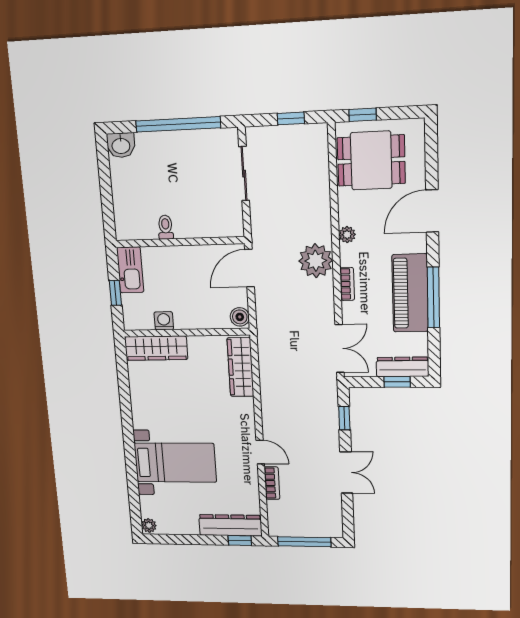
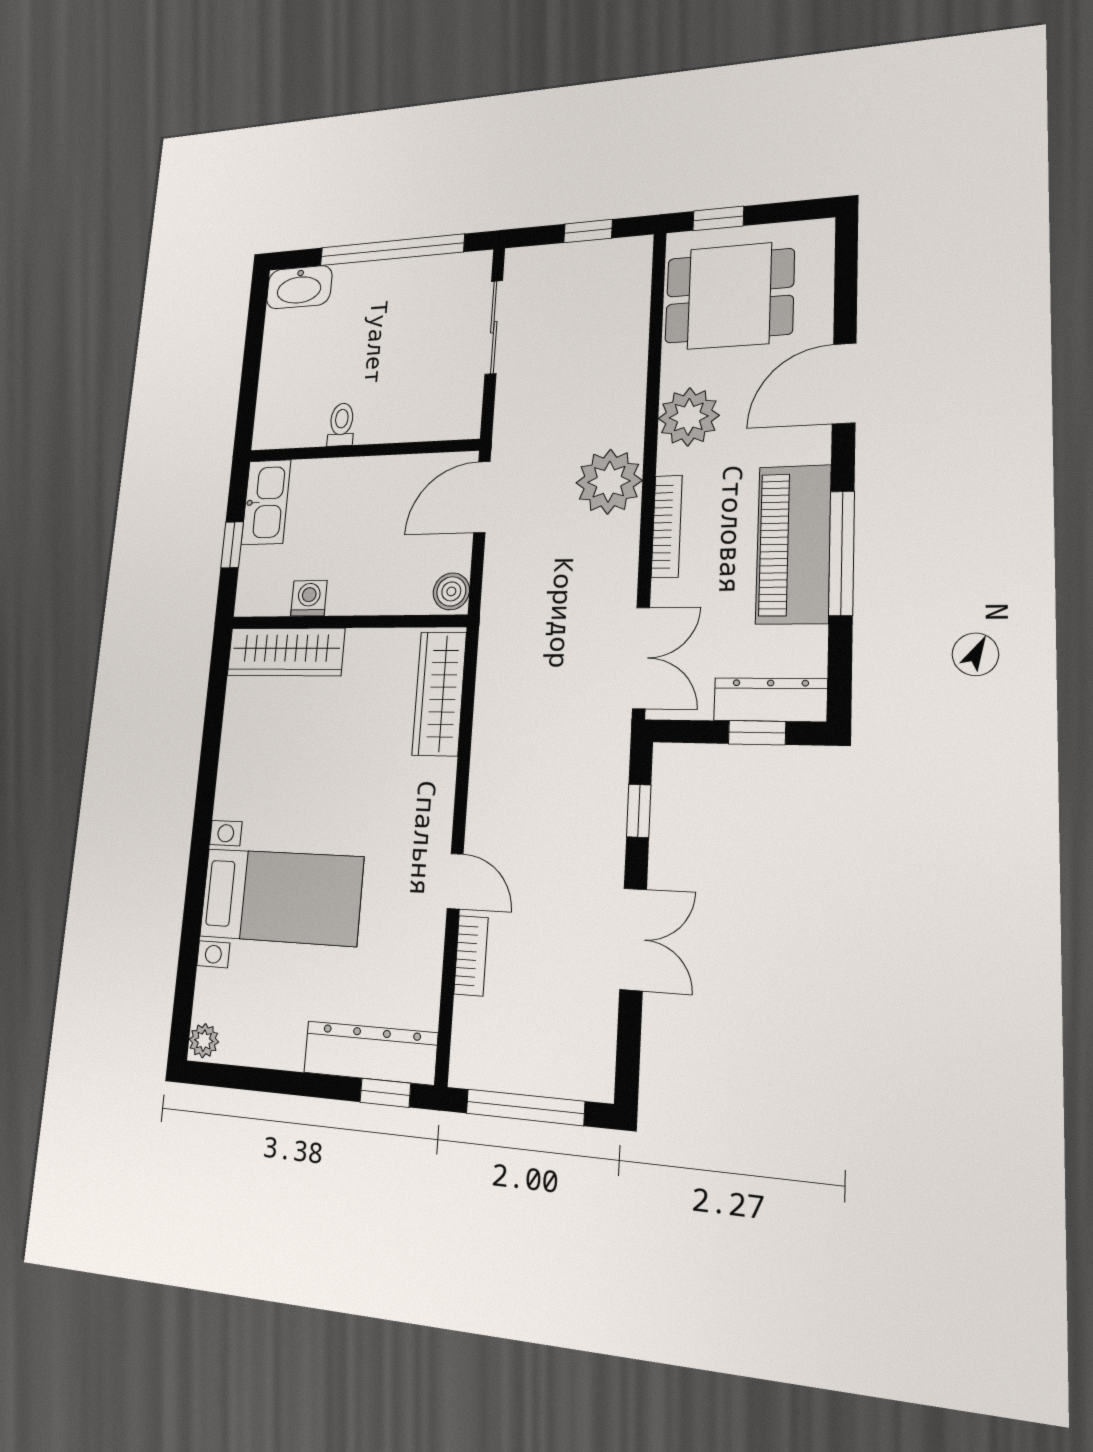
washbasin: (121, 145) -> (299, 287), width x1.38
plant: (347, 235) -> (689, 417), width x1.88, depth x1.88
bookcase: (347, 284) -> (667, 526), width x1.56

